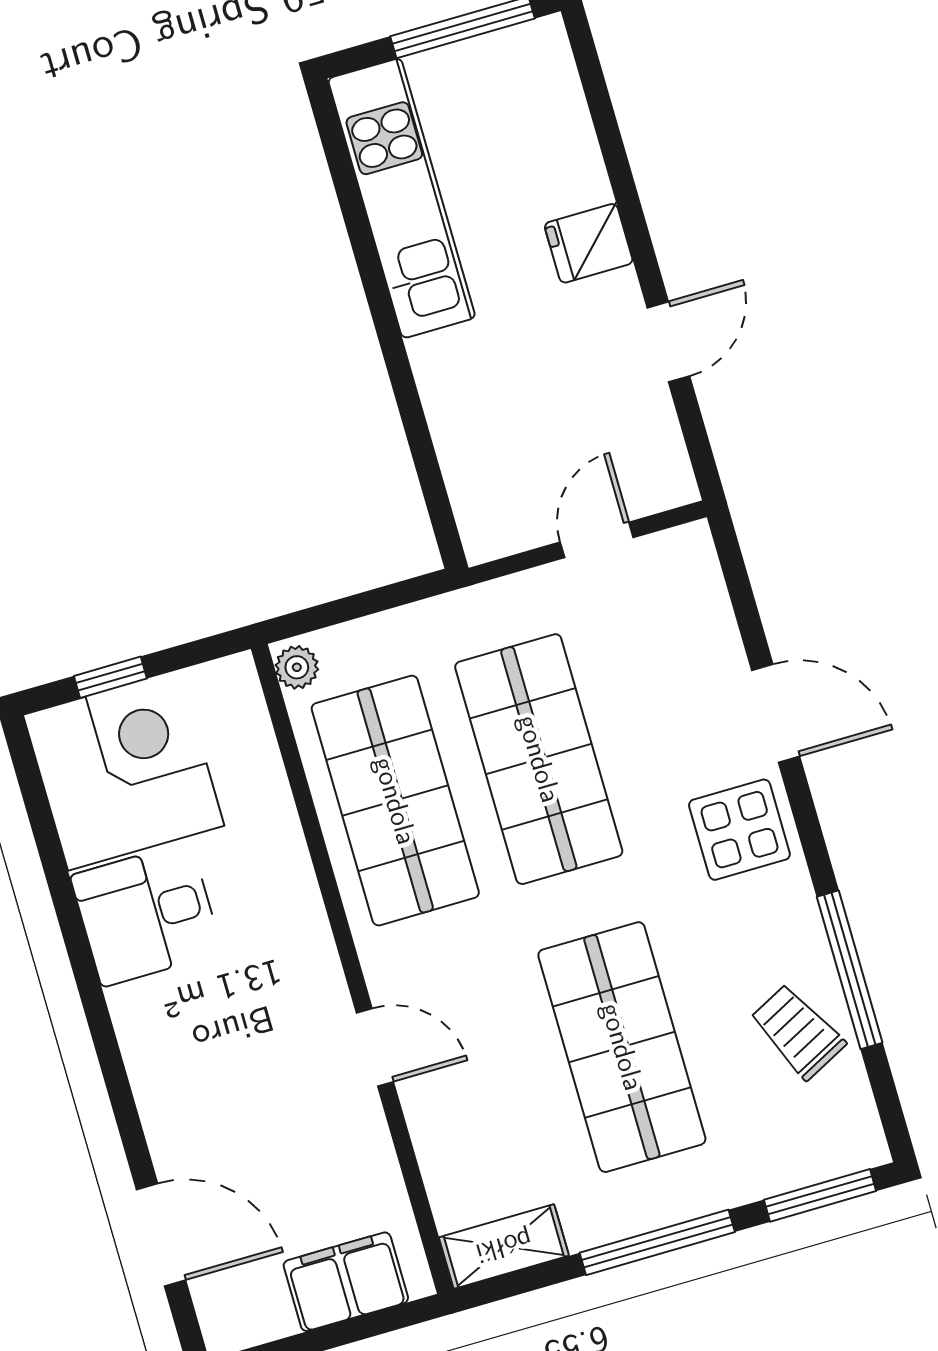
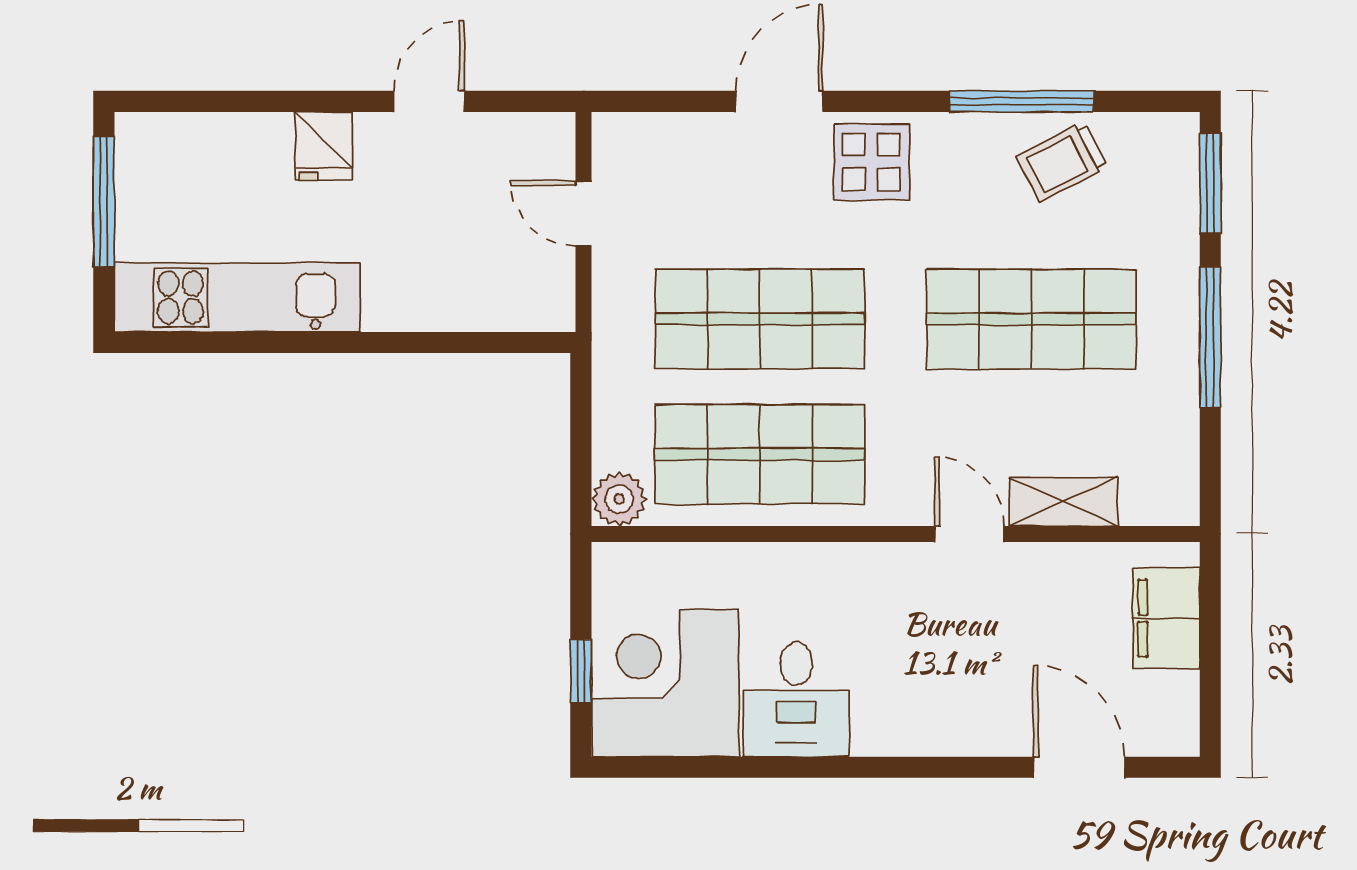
door: (668, 342) -> (429, 101), hinge flipped
plant: (297, 667) -> (619, 499), width x1.38, depth x1.38
door: (375, 1047) -> (969, 534), hinge flipped
door: (161, 1235) -> (1079, 767), hinge flipped
shelving: (504, 1246) -> (1063, 502), moved, turned 90

